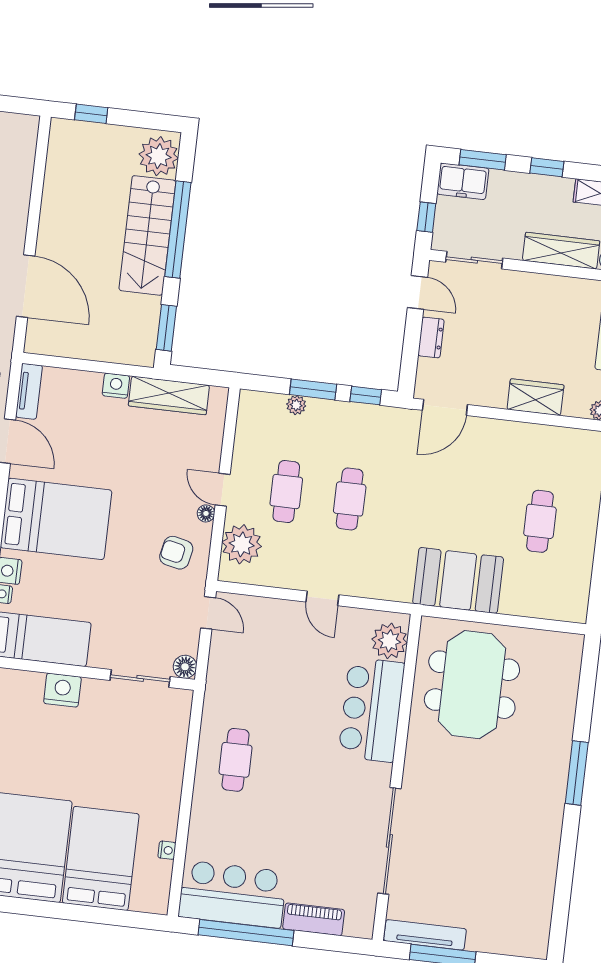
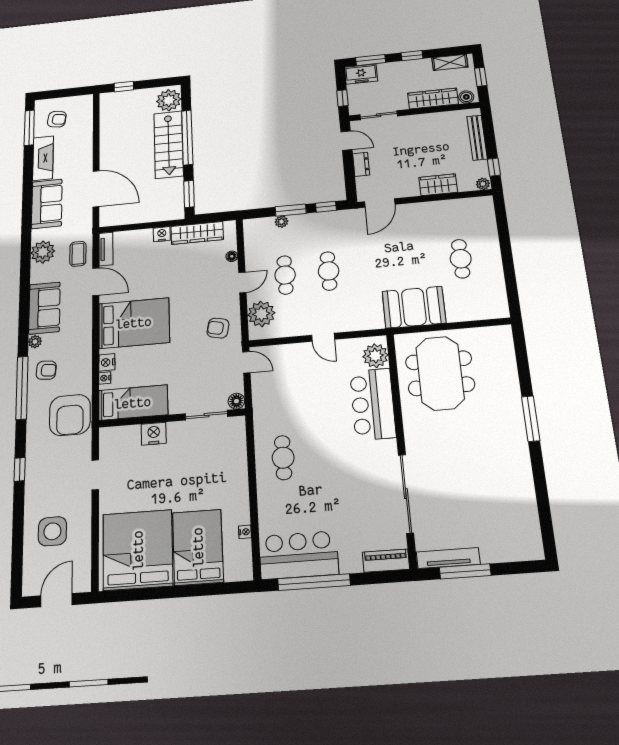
door: (223, 490) -> (242, 283), swing flipped
floor lamp: (206, 513) -> (232, 256), moved
piano: (314, 919) -> (386, 561), moved

